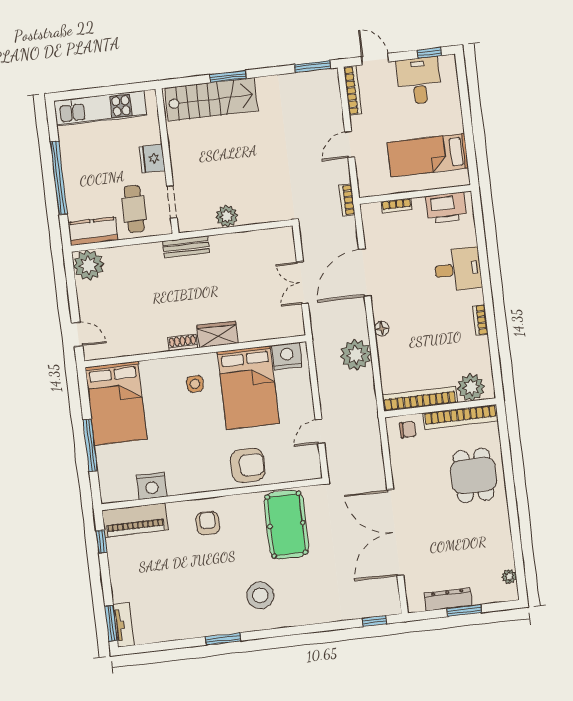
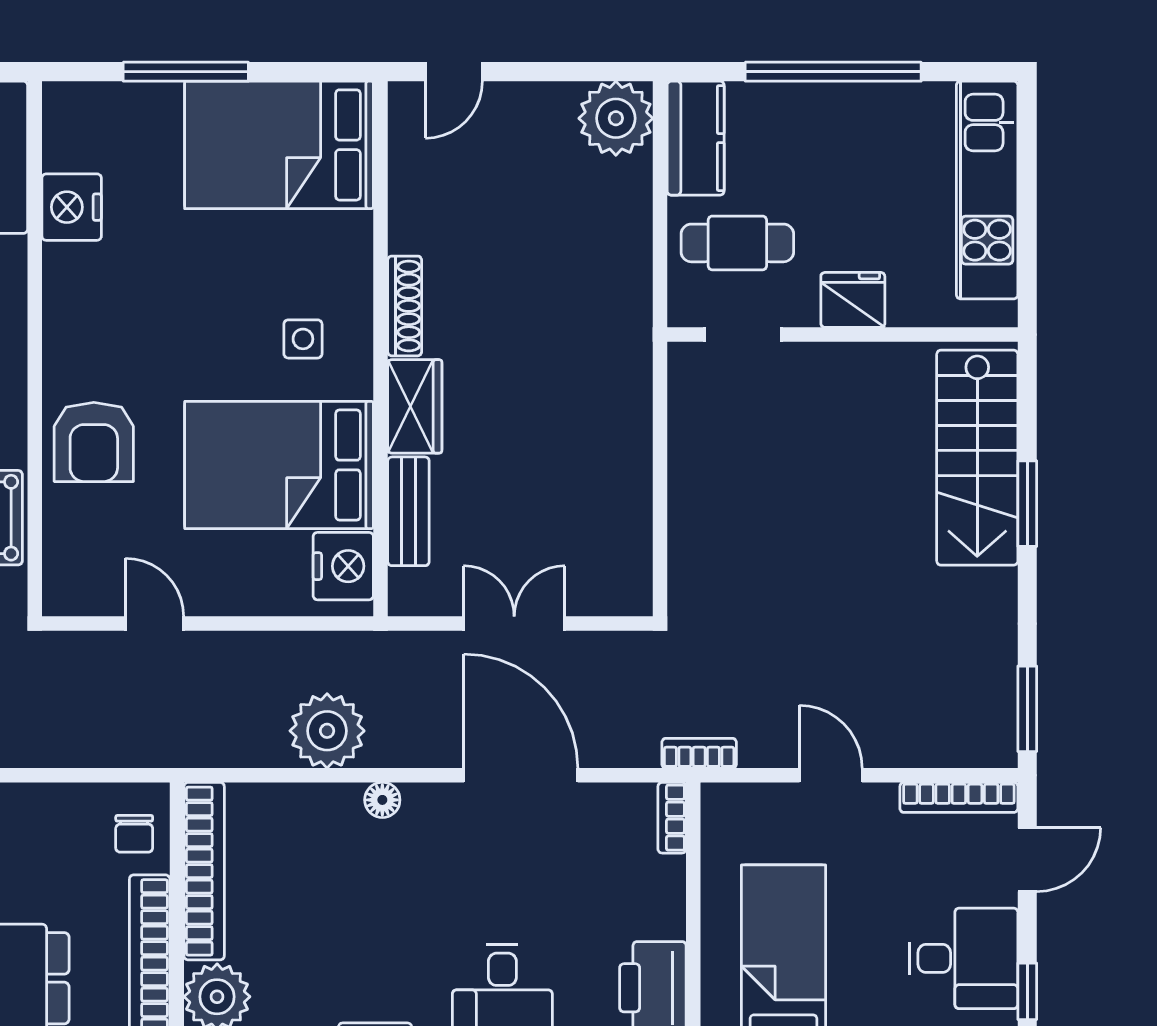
bookcase: (396, 206) -> (672, 818), moved
plant: (227, 216) -> (694, 462), removed
bench: (186, 247) -> (408, 511), moved
shoe rack: (183, 343) -> (405, 306), width x1.43

